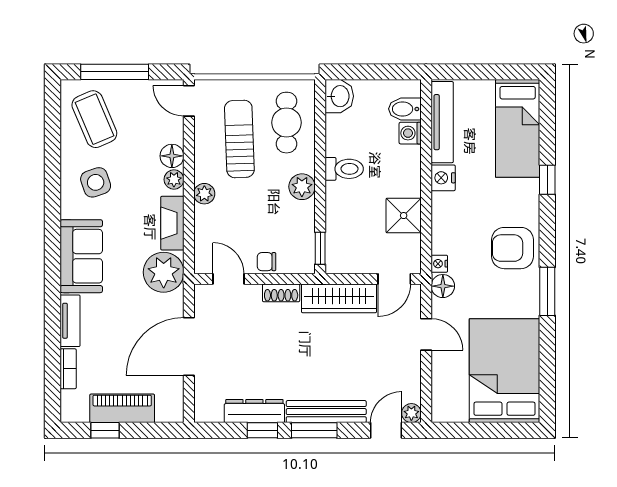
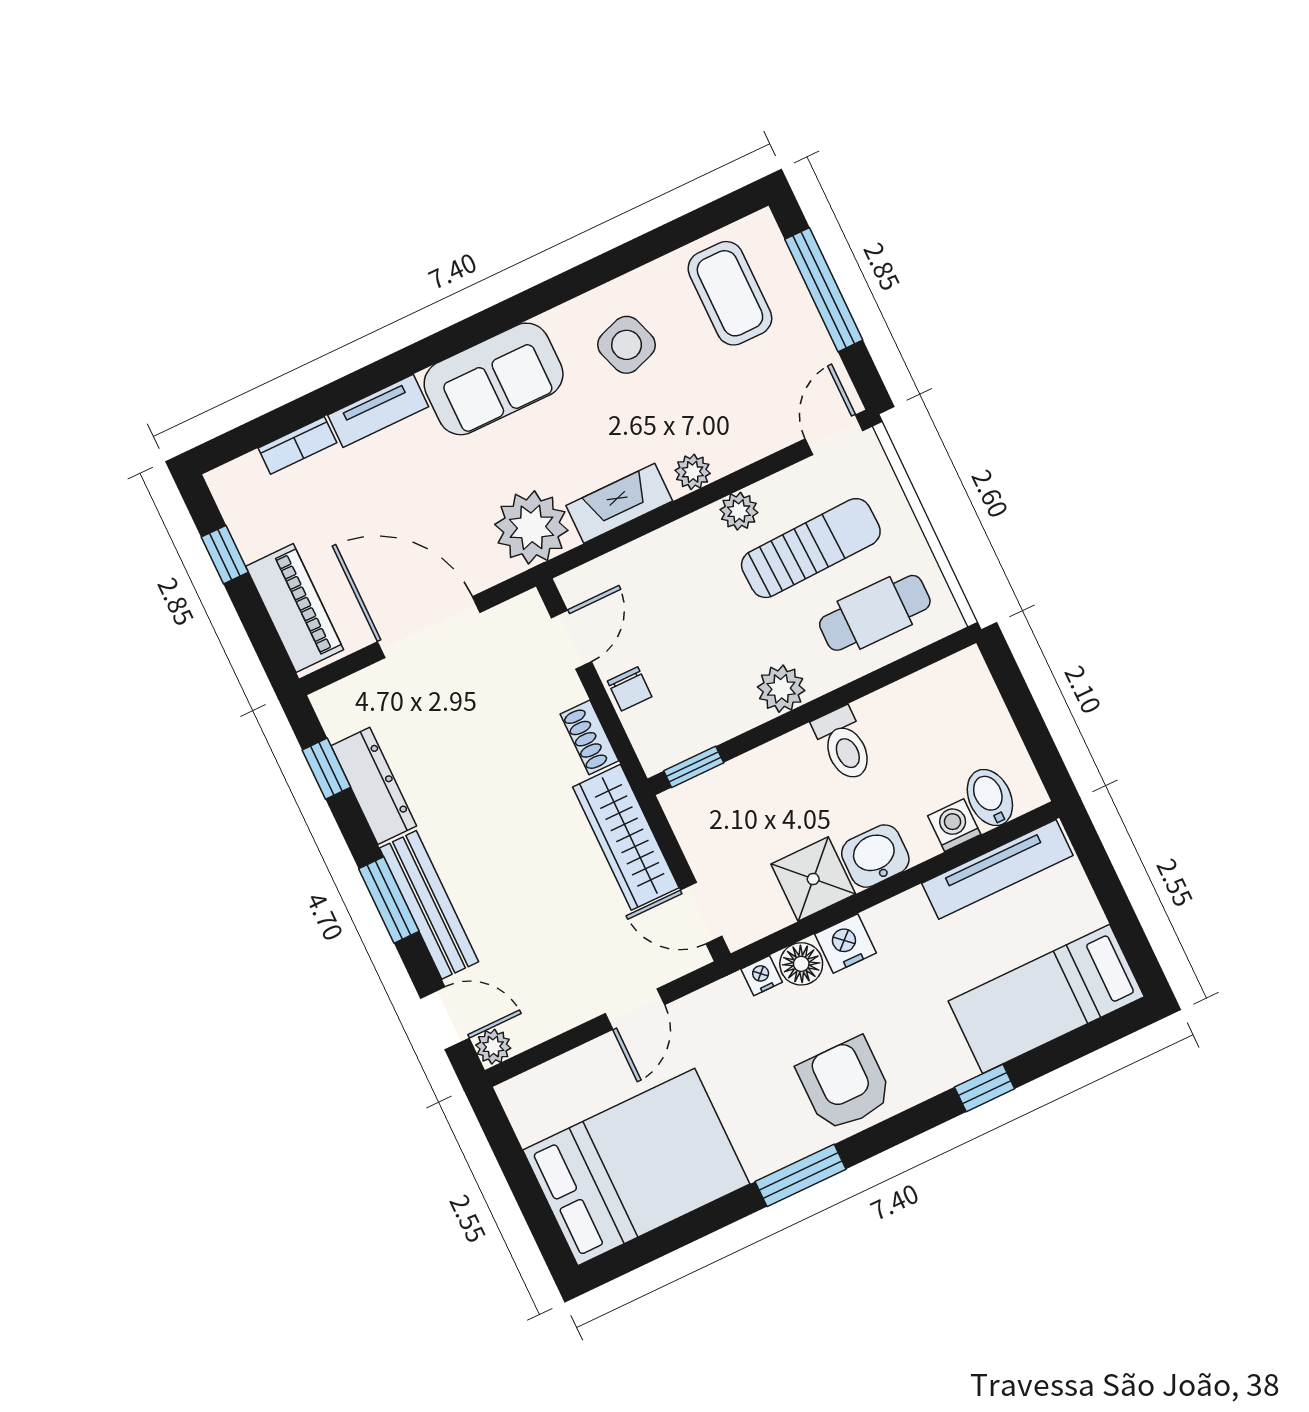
washbasin: (339, 96) -> (875, 856), moved, turned 180
coffee table: (94, 119) -> (730, 293), turned -67
floor lamp: (172, 156) -> (730, 450), removed
nightstand: (443, 178) -> (845, 943), moved
plant: (204, 194) -> (739, 511), moved
chair: (267, 262) -> (630, 689), turned 180
floor lamp: (443, 286) -> (801, 964), moved
piano: (122, 408) -> (295, 608), moved
window: (262, 430) -> (326, 769), moved

